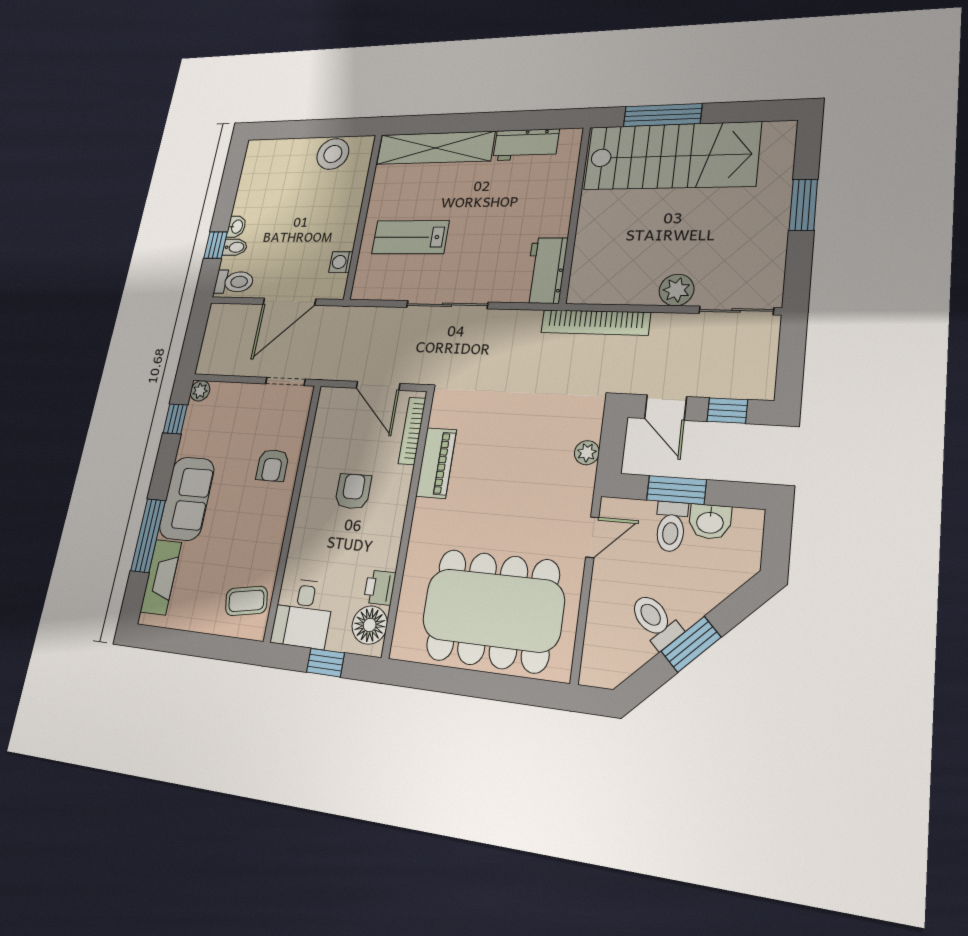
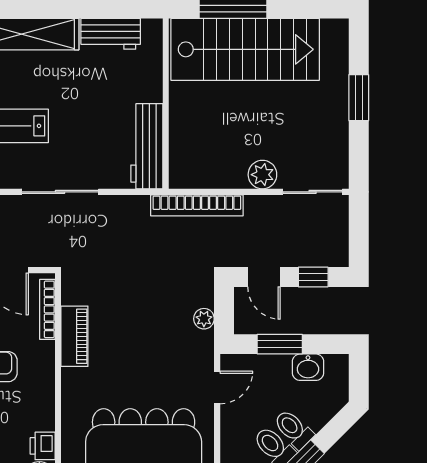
workbench: (546, 270) -> (147, 146), width x1.38
toilet: (671, 527) -> (293, 429), moved, turned 135

